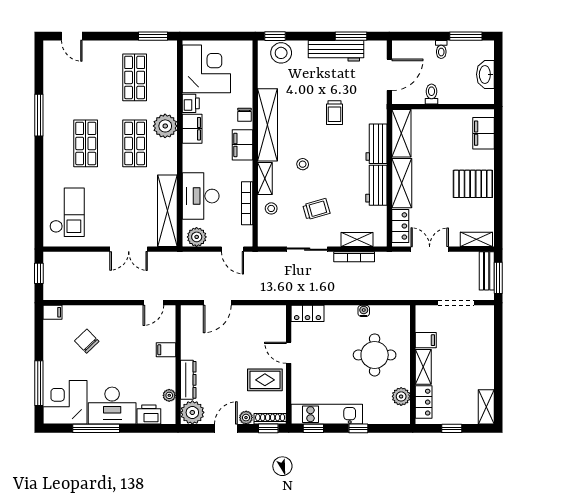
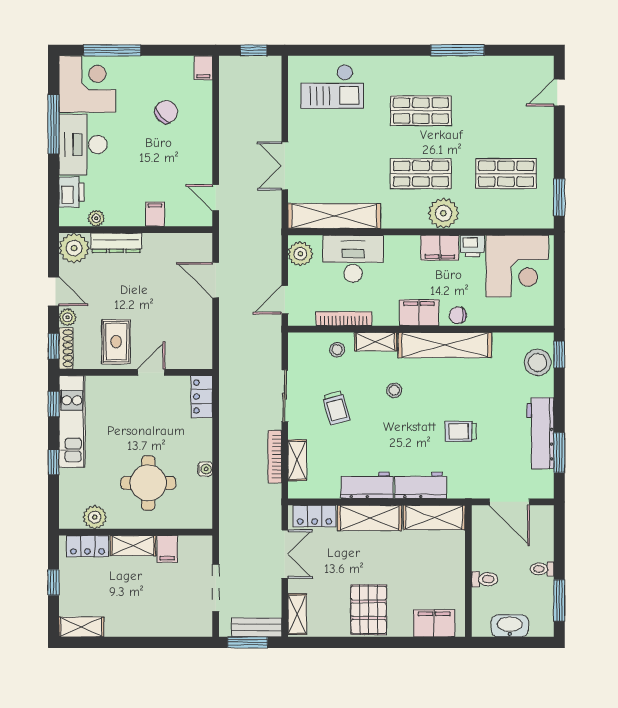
toilet: (431, 94) -> (485, 579), moved

